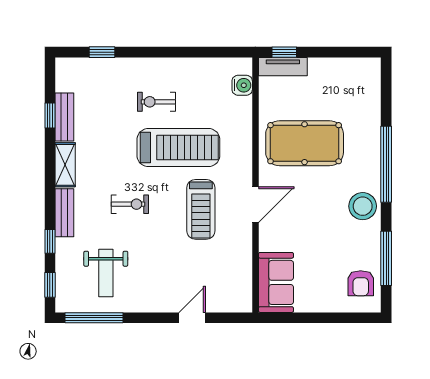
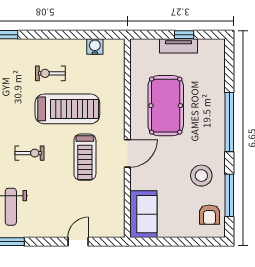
window: (284, 52) -> (184, 35), moved
tv unit: (283, 67) -> (179, 46), moved
water cooler: (242, 85) -> (95, 47), moved, turned -90
pool table: (305, 143) -> (166, 106), turned 90
stool: (363, 206) -> (201, 176), moved

